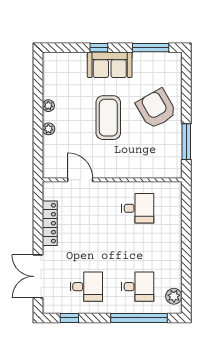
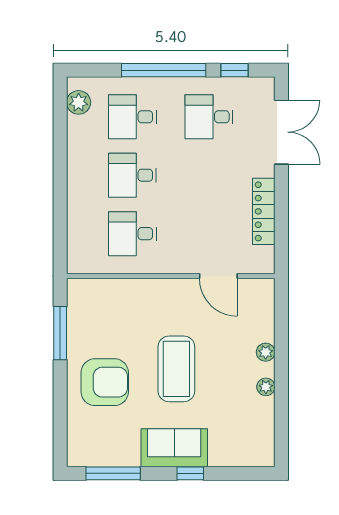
armchair: (156, 109) -> (105, 382), turned -60
desk: (138, 247) -> (132, 175), added
window: (139, 318) -> (164, 70), moved

